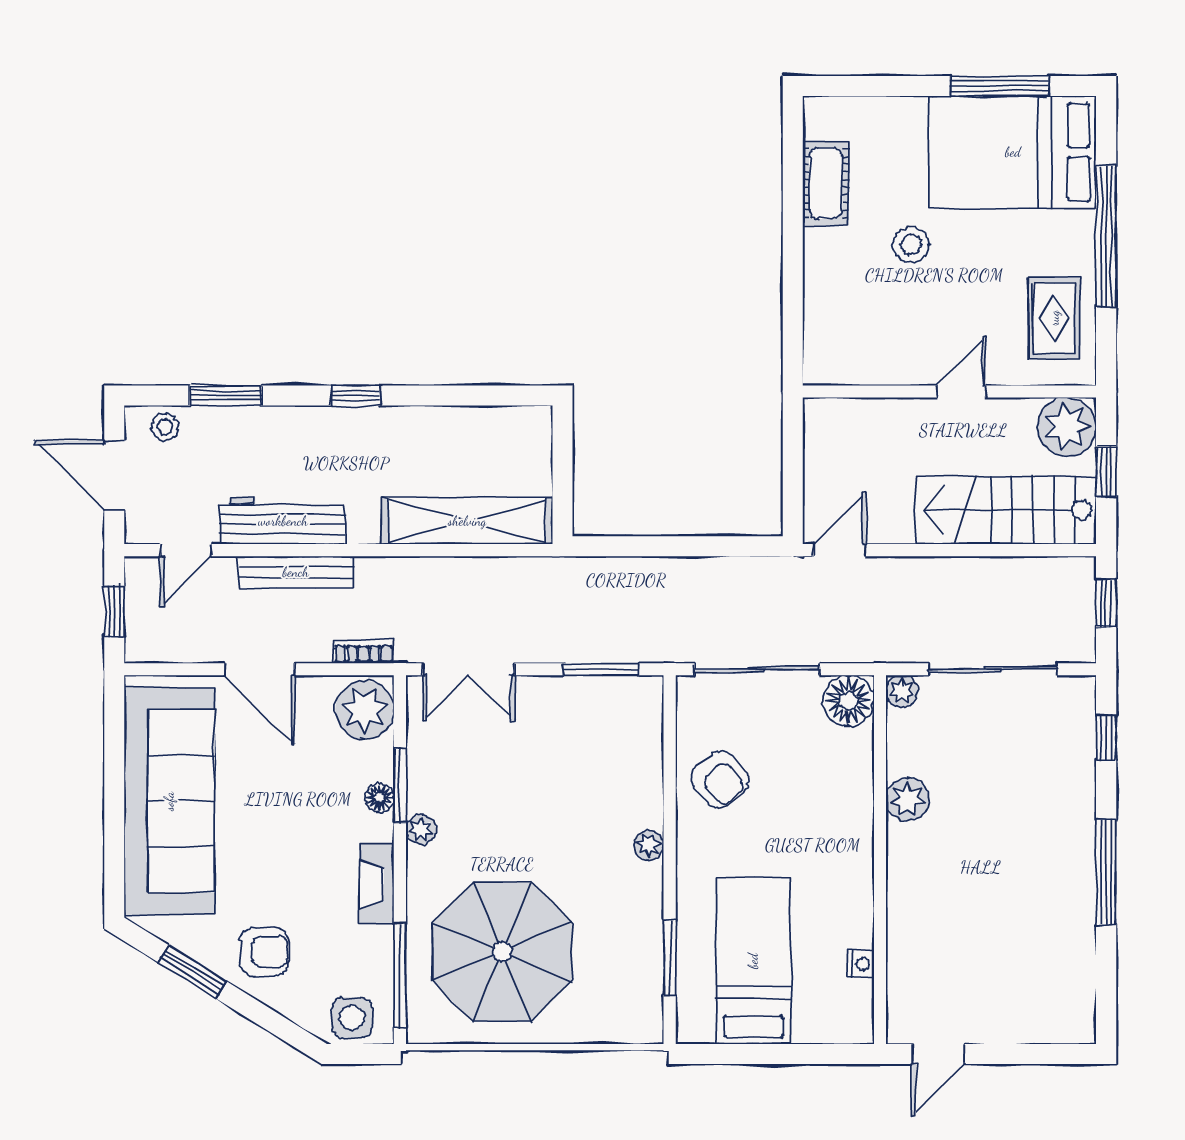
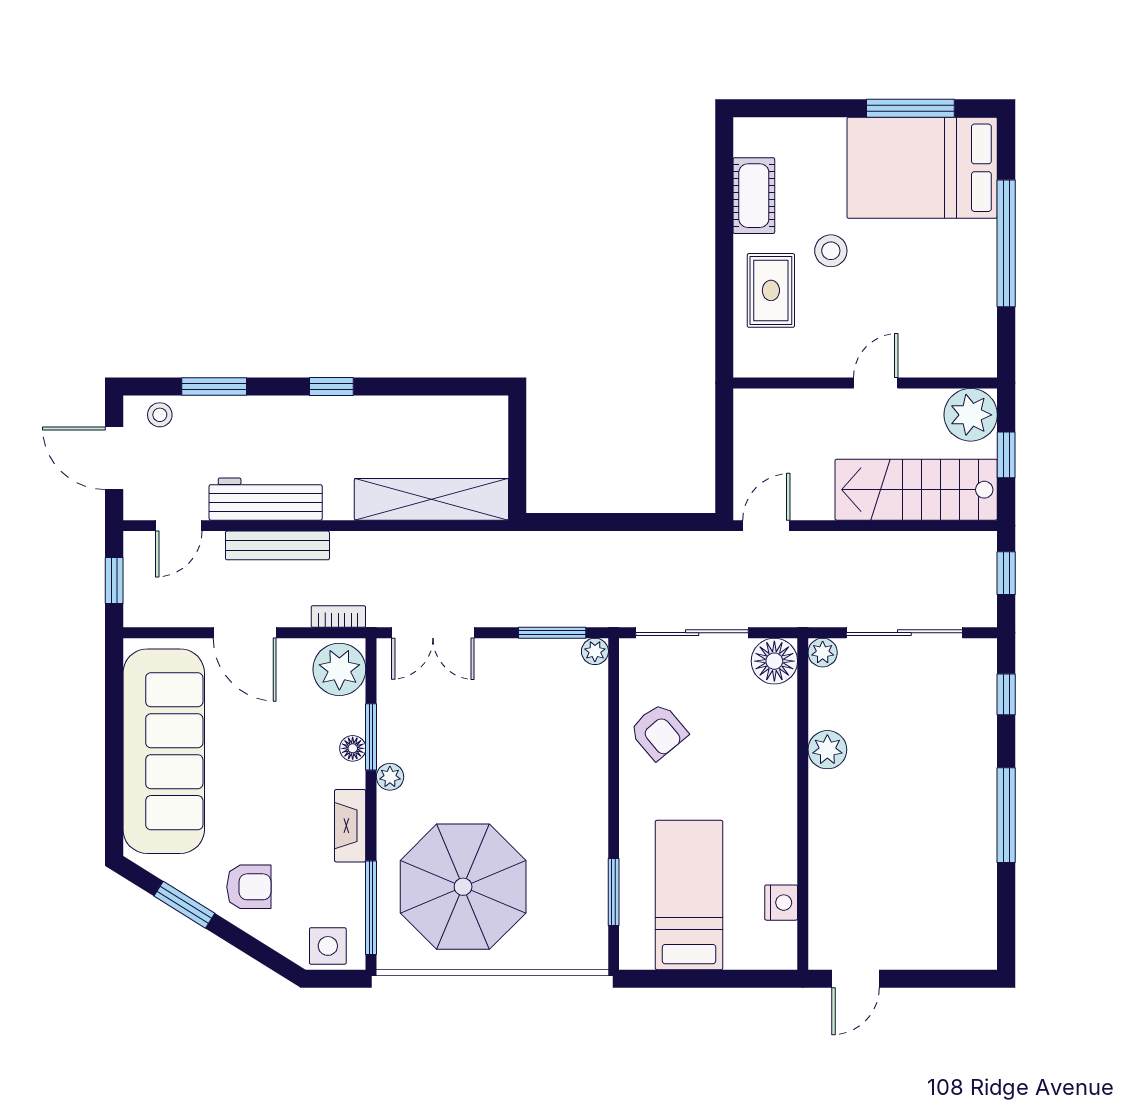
rug: (1054, 318) -> (771, 290), moved
plant: (649, 845) -> (595, 651), moved
nightstand: (861, 964) -> (781, 903), width x1.39, depth x1.35

